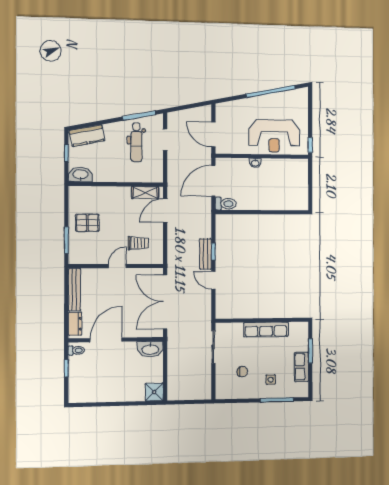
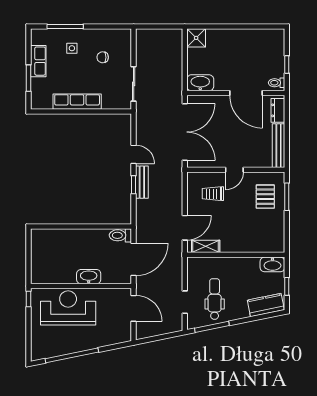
washbasin: (255, 163) -> (89, 277), width x1.91, depth x1.45
pallet: (87, 223) -> (265, 197), moved, turned 90
door: (106, 340) -> (246, 93), hinge flipped

